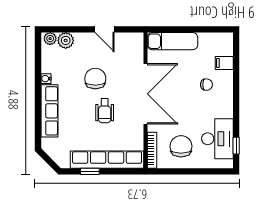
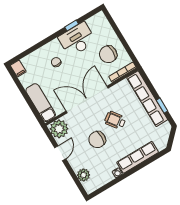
plant: (50, 39) -> (59, 129), moved, width x1.88, depth x1.88
filing cabinet: (224, 63) -> (18, 69), moved
wheelchair: (105, 111) -> (115, 120), turned -126
desk: (217, 139) -> (77, 39), moved
window: (236, 146) -> (72, 26), moved

